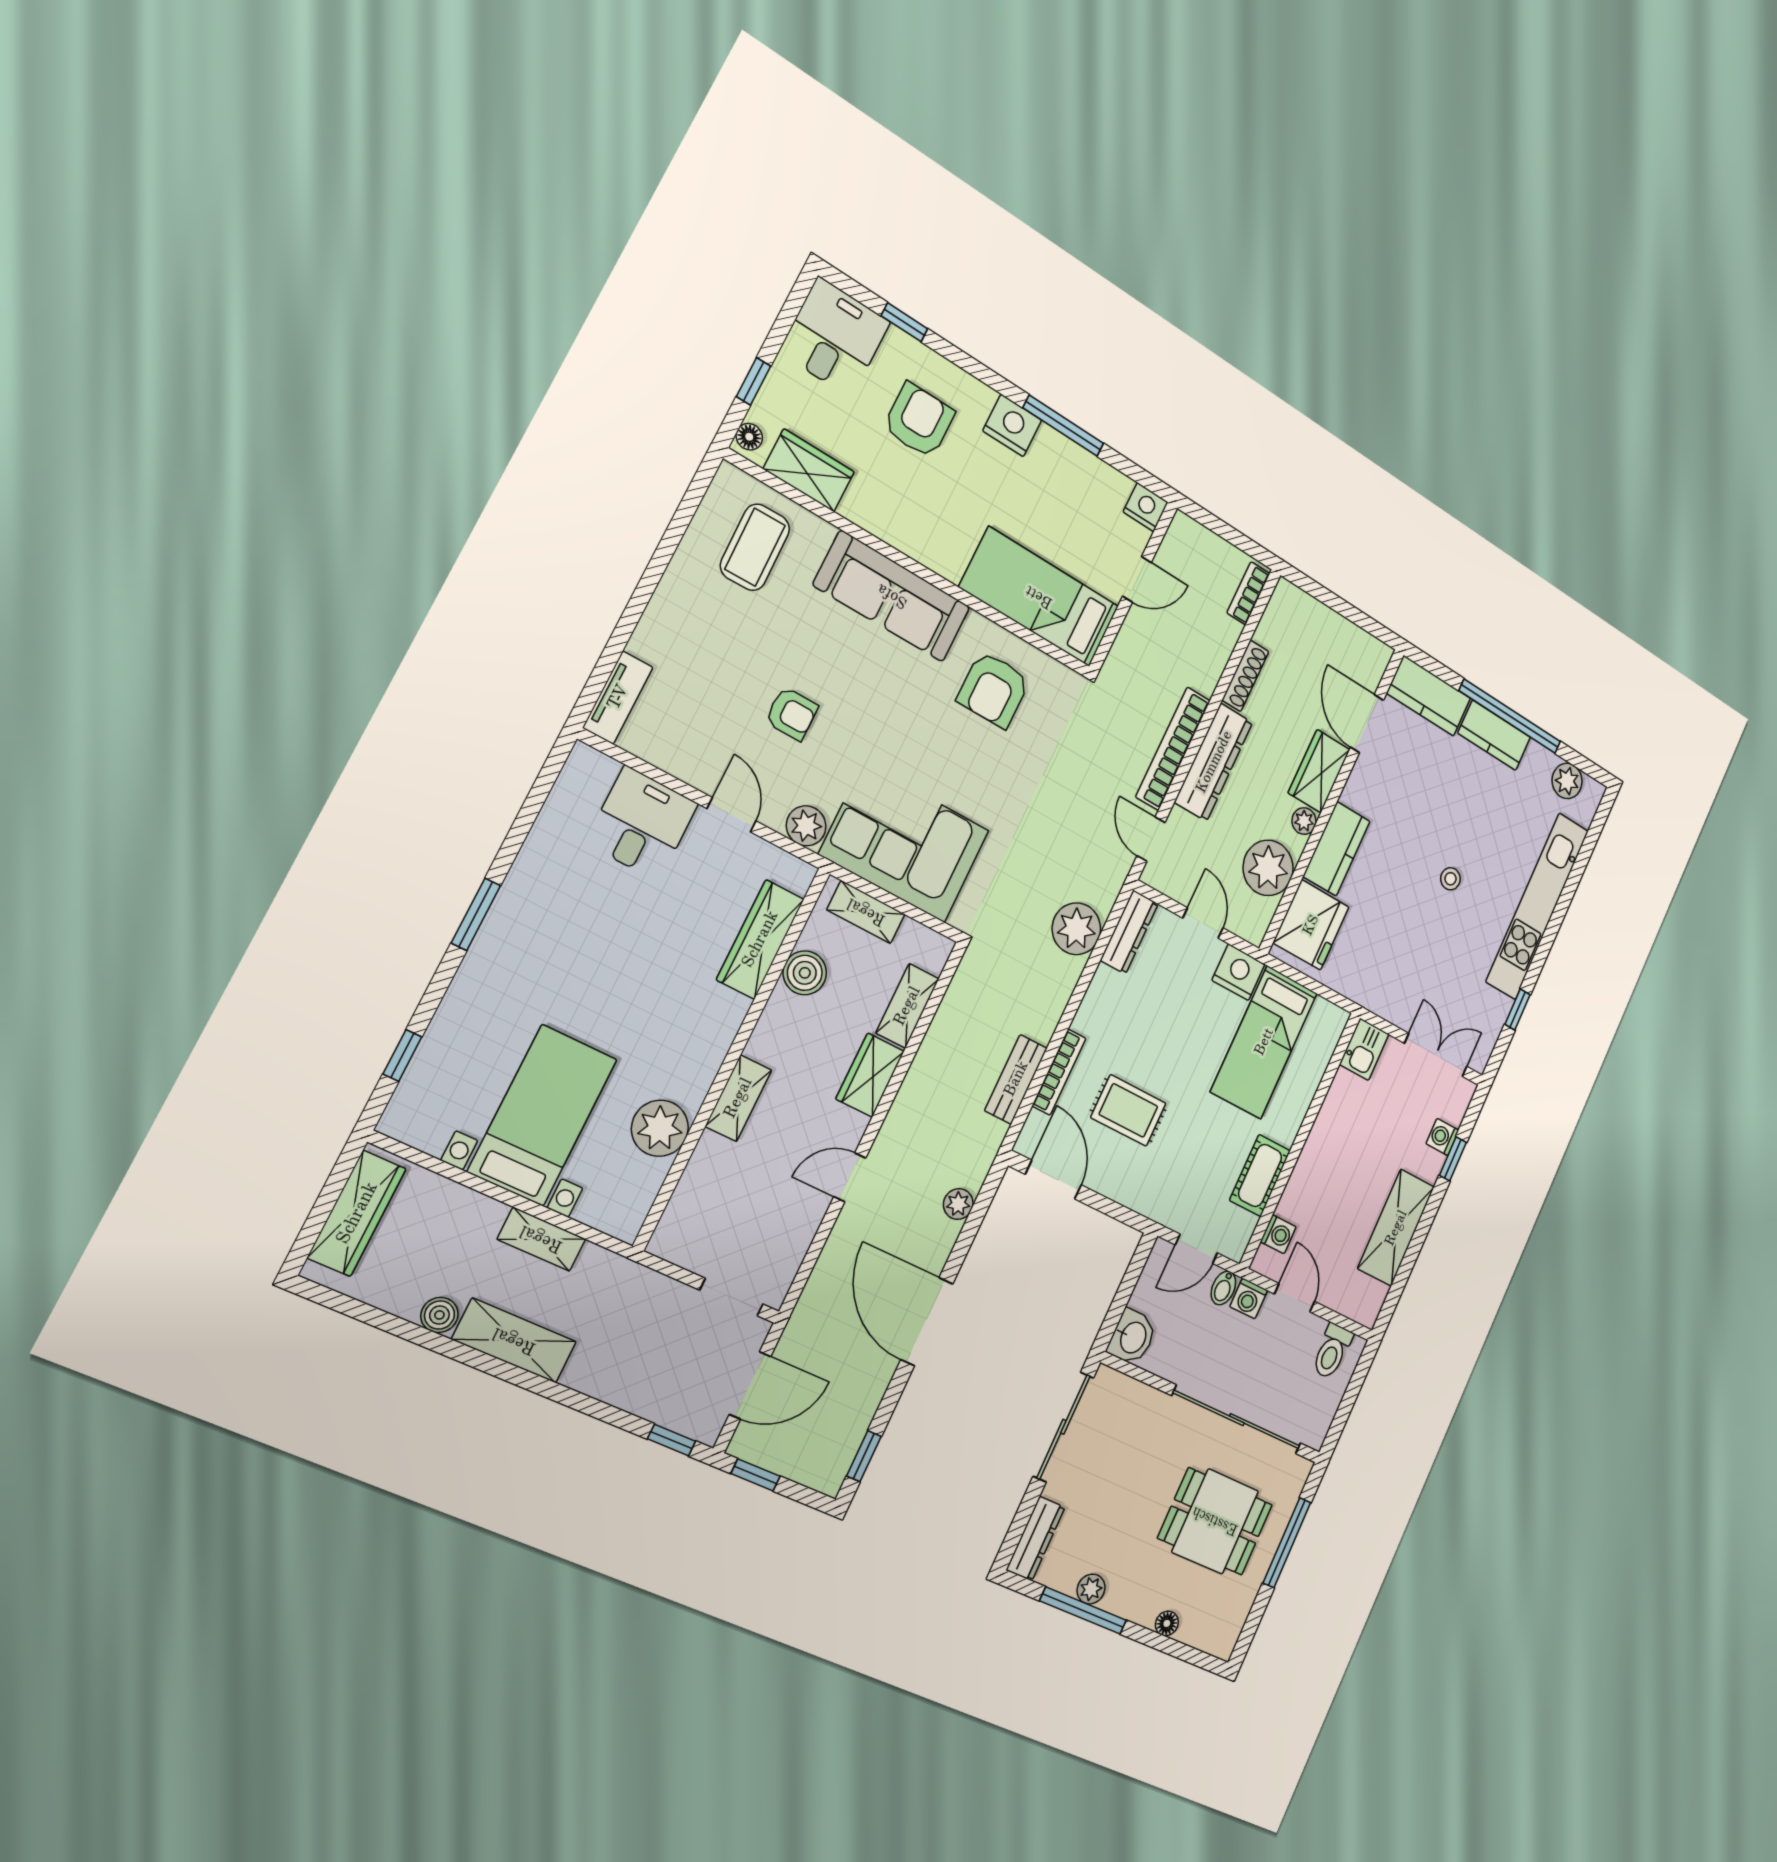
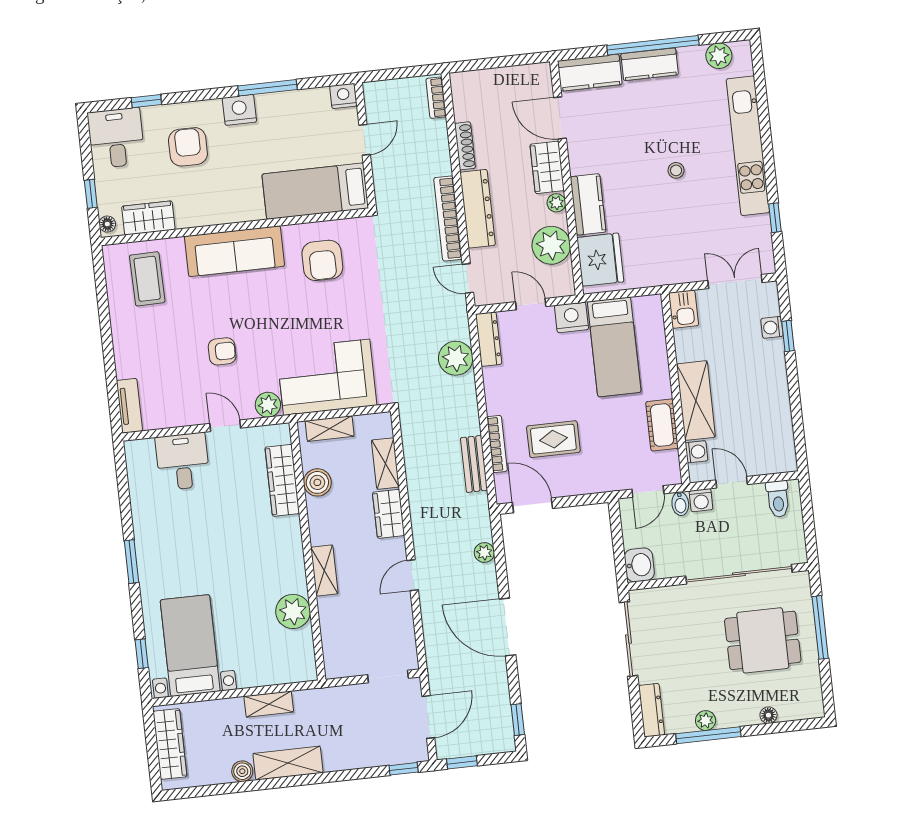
bed with nightstands: (543, 1115) -> (190, 646), moved
shelving: (1396, 1228) -> (696, 401), moved

